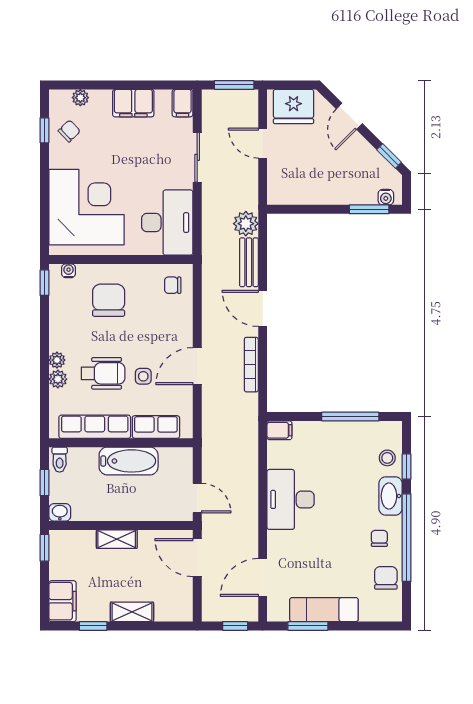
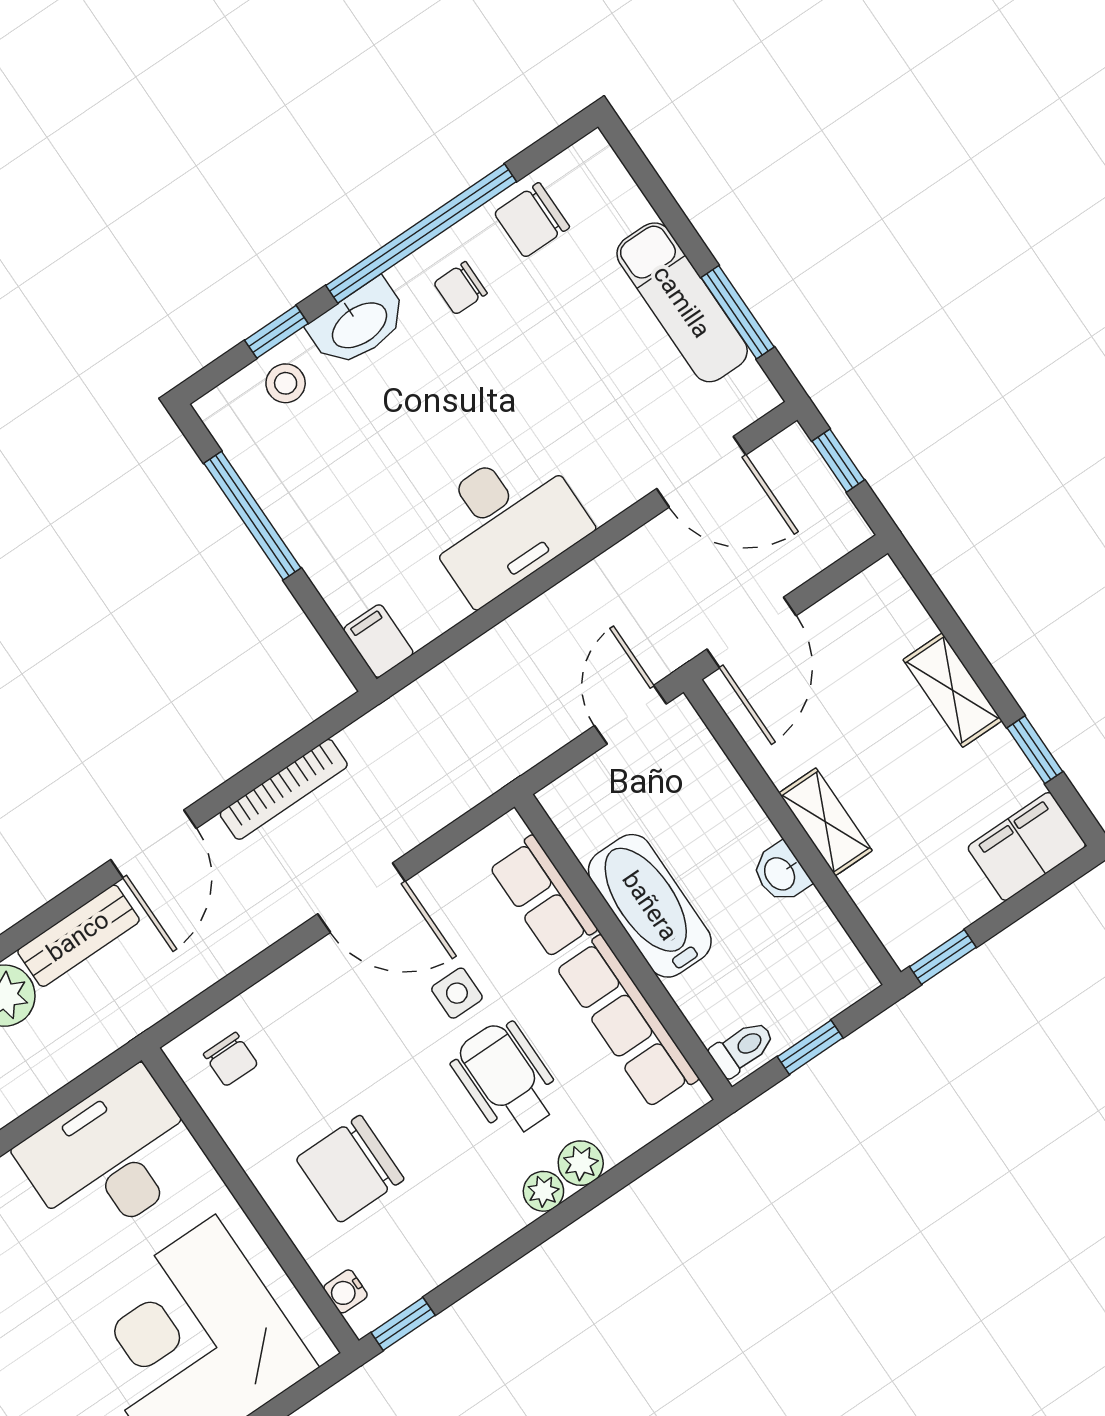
washbasin: (60, 512) -> (781, 873), moved

